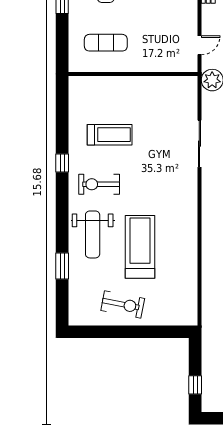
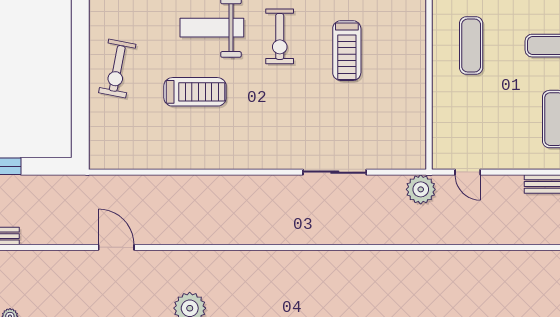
exercise bike: (99, 184) -> (280, 36), turned 180
treadmill: (140, 247) -> (195, 92), width x0.73, depth x0.73

